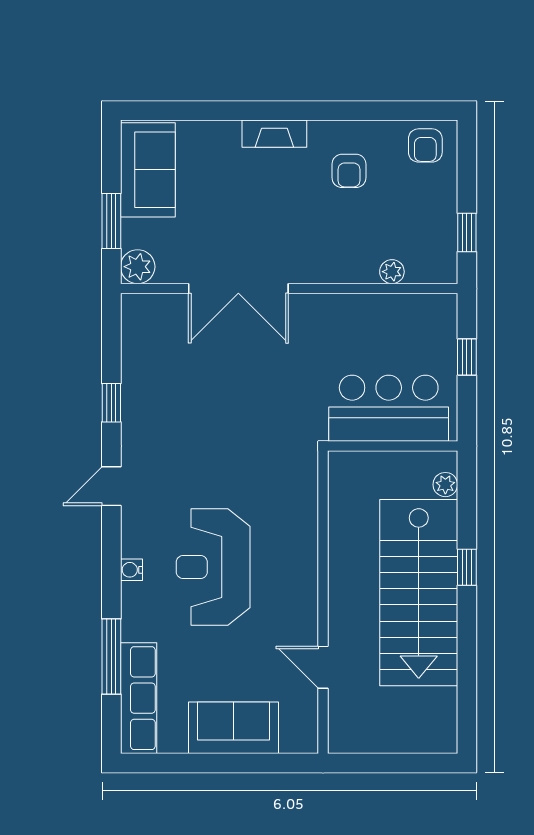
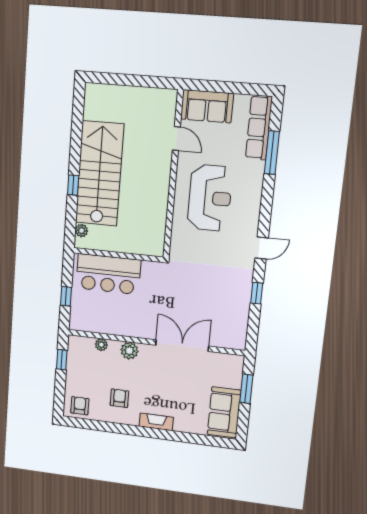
plant: (138, 267) -> (129, 351), moved
water cooler: (131, 570) -> (255, 201), removed
wall: (323, 602) -> (173, 175), moved
door: (323, 667) -> (176, 138), moved

